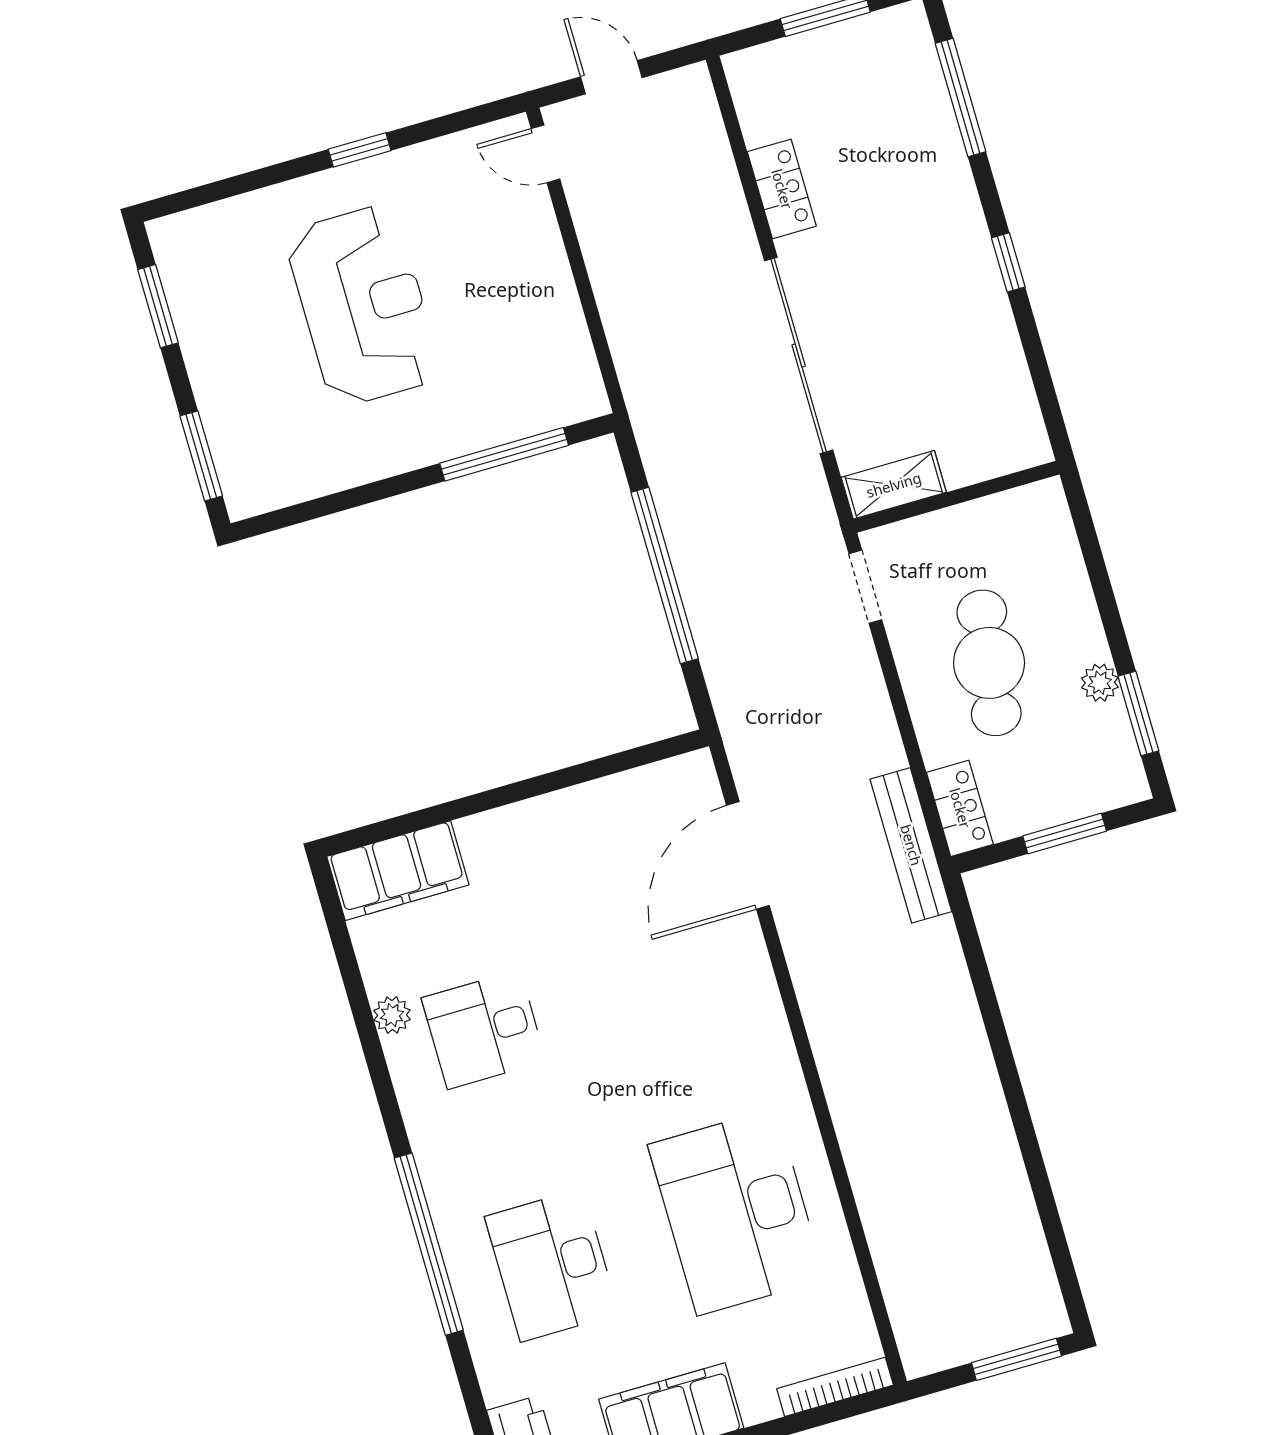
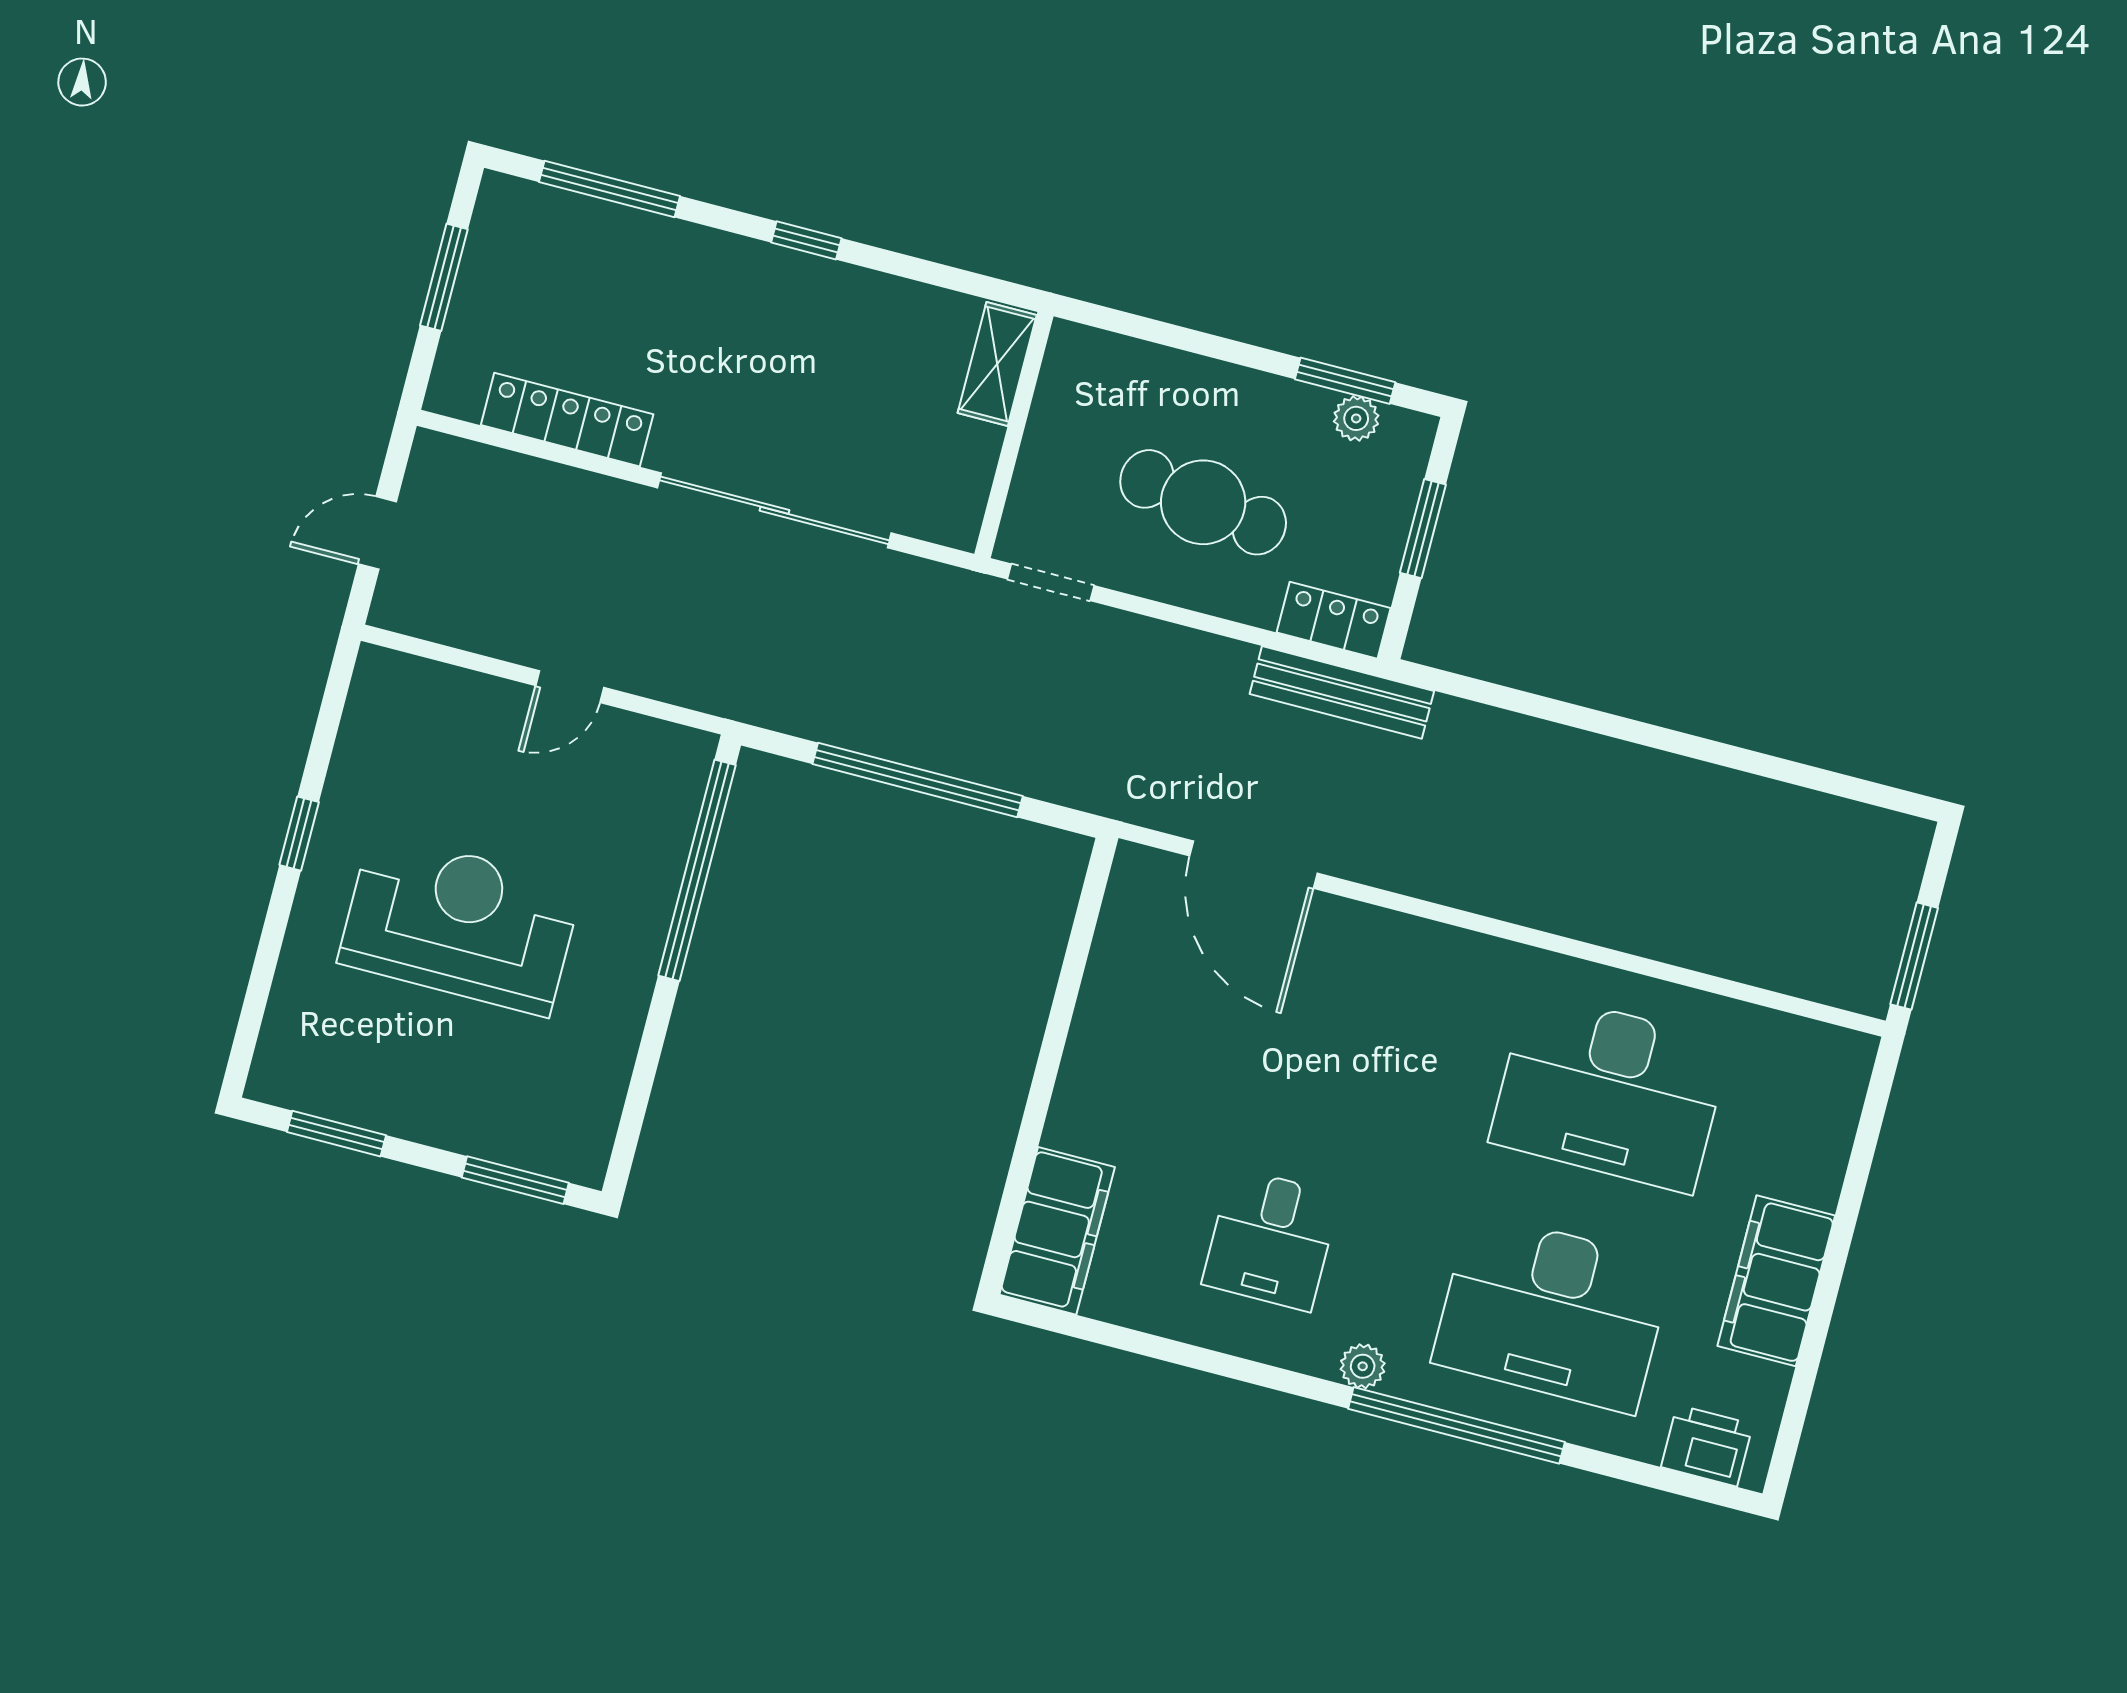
door: (545, 154) -> (570, 687), moved
locker: (782, 189) -> (567, 420), width x1.53
window: (504, 454) -> (697, 870), width x1.46
shelving: (894, 485) -> (997, 364), moved
plant: (1100, 683) -> (1356, 418), moved
plant: (392, 1015) -> (1363, 1366), moved
desk: (552, 1265) -> (1552, 1313), width x1.36, depth x1.30
window: (1016, 1359) -> (1914, 956), moved
bookcase: (835, 1387) -> (1848, 1098), removed

